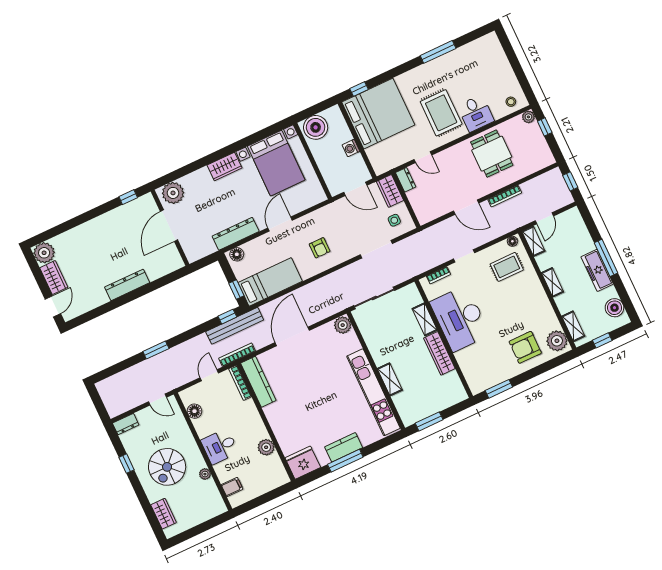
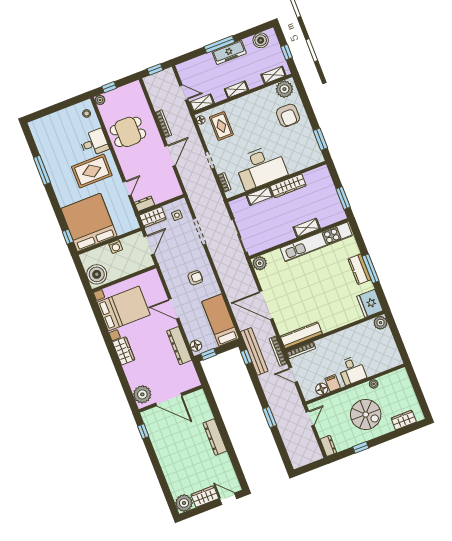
window: (236, 289) -> (209, 354), moved
plant: (266, 447) -> (380, 323), moved
filing cabinet: (232, 487) -> (333, 383), moved

